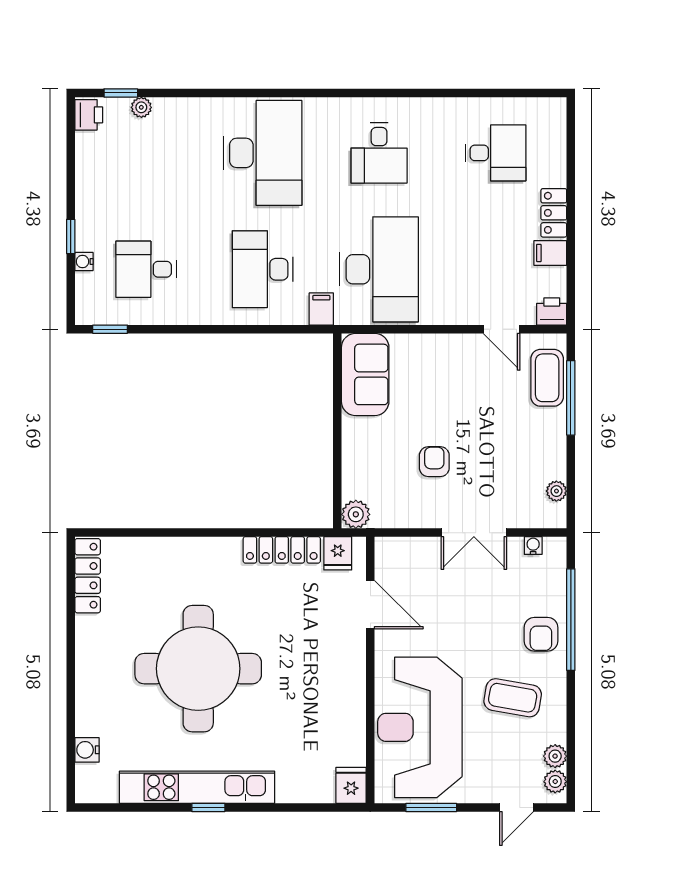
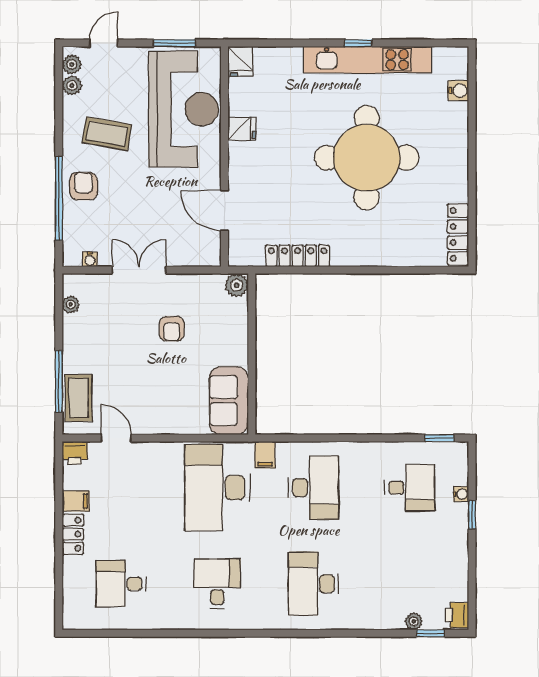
desk: (263, 153) -> (314, 584), width x0.73, depth x0.77
fridge: (338, 553) -> (242, 129), moved, turned 90

